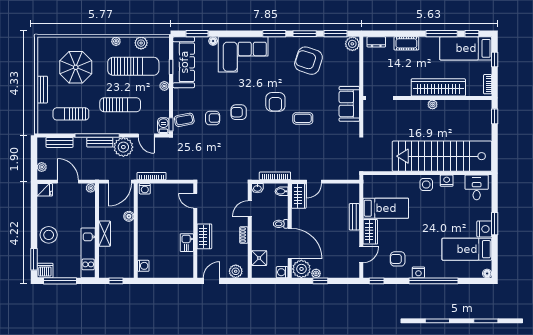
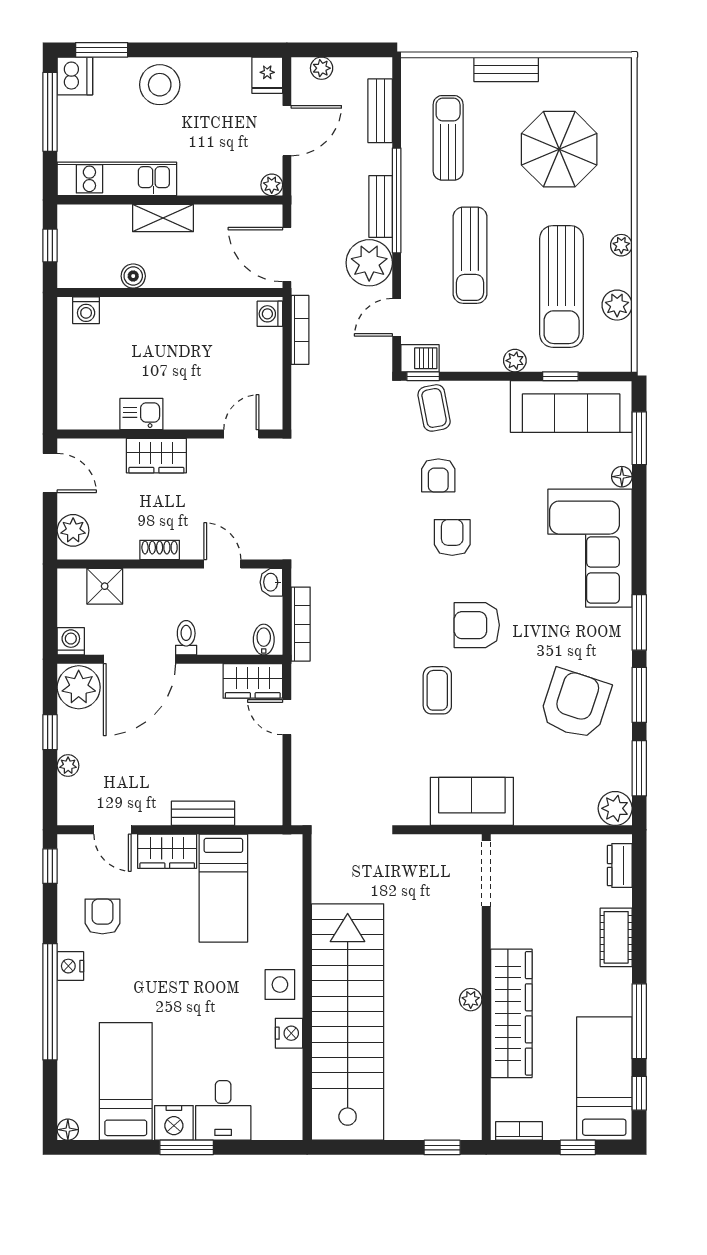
desk: (477, 187) -> (223, 1110), moved, turned 90
boiler: (129, 216) -> (133, 276), moved
plant: (316, 273) -> (68, 766), moved

